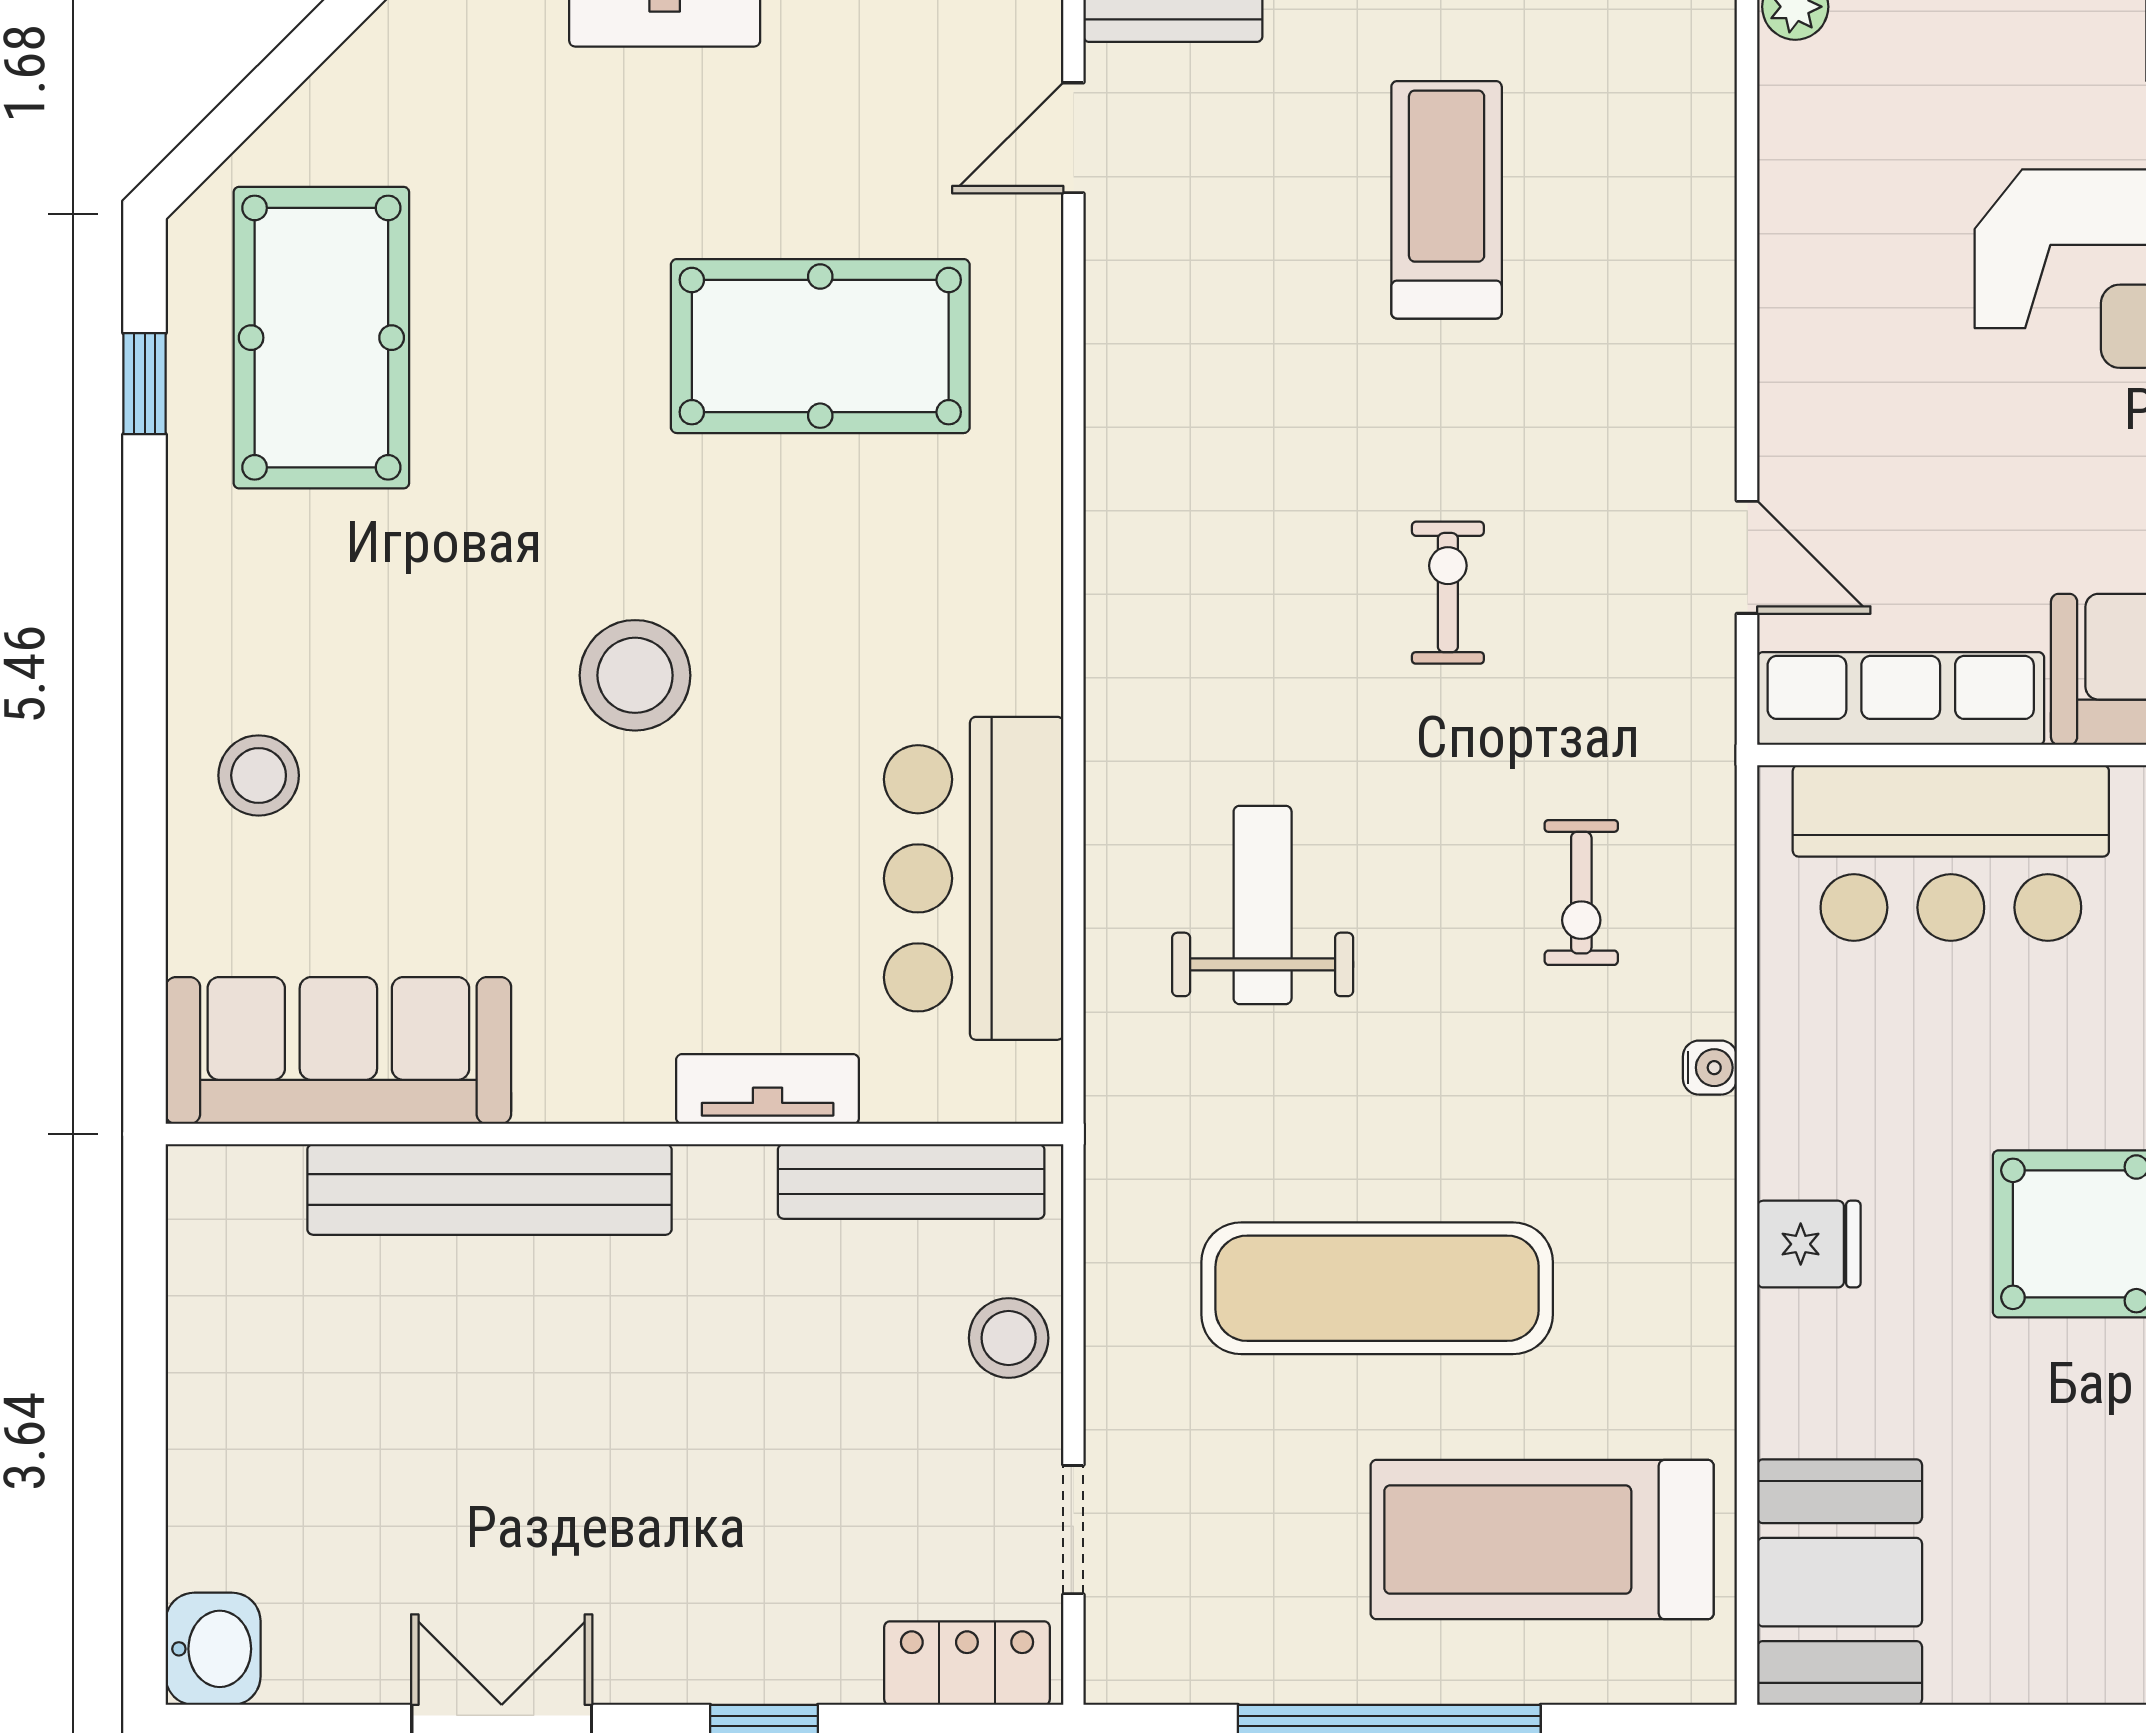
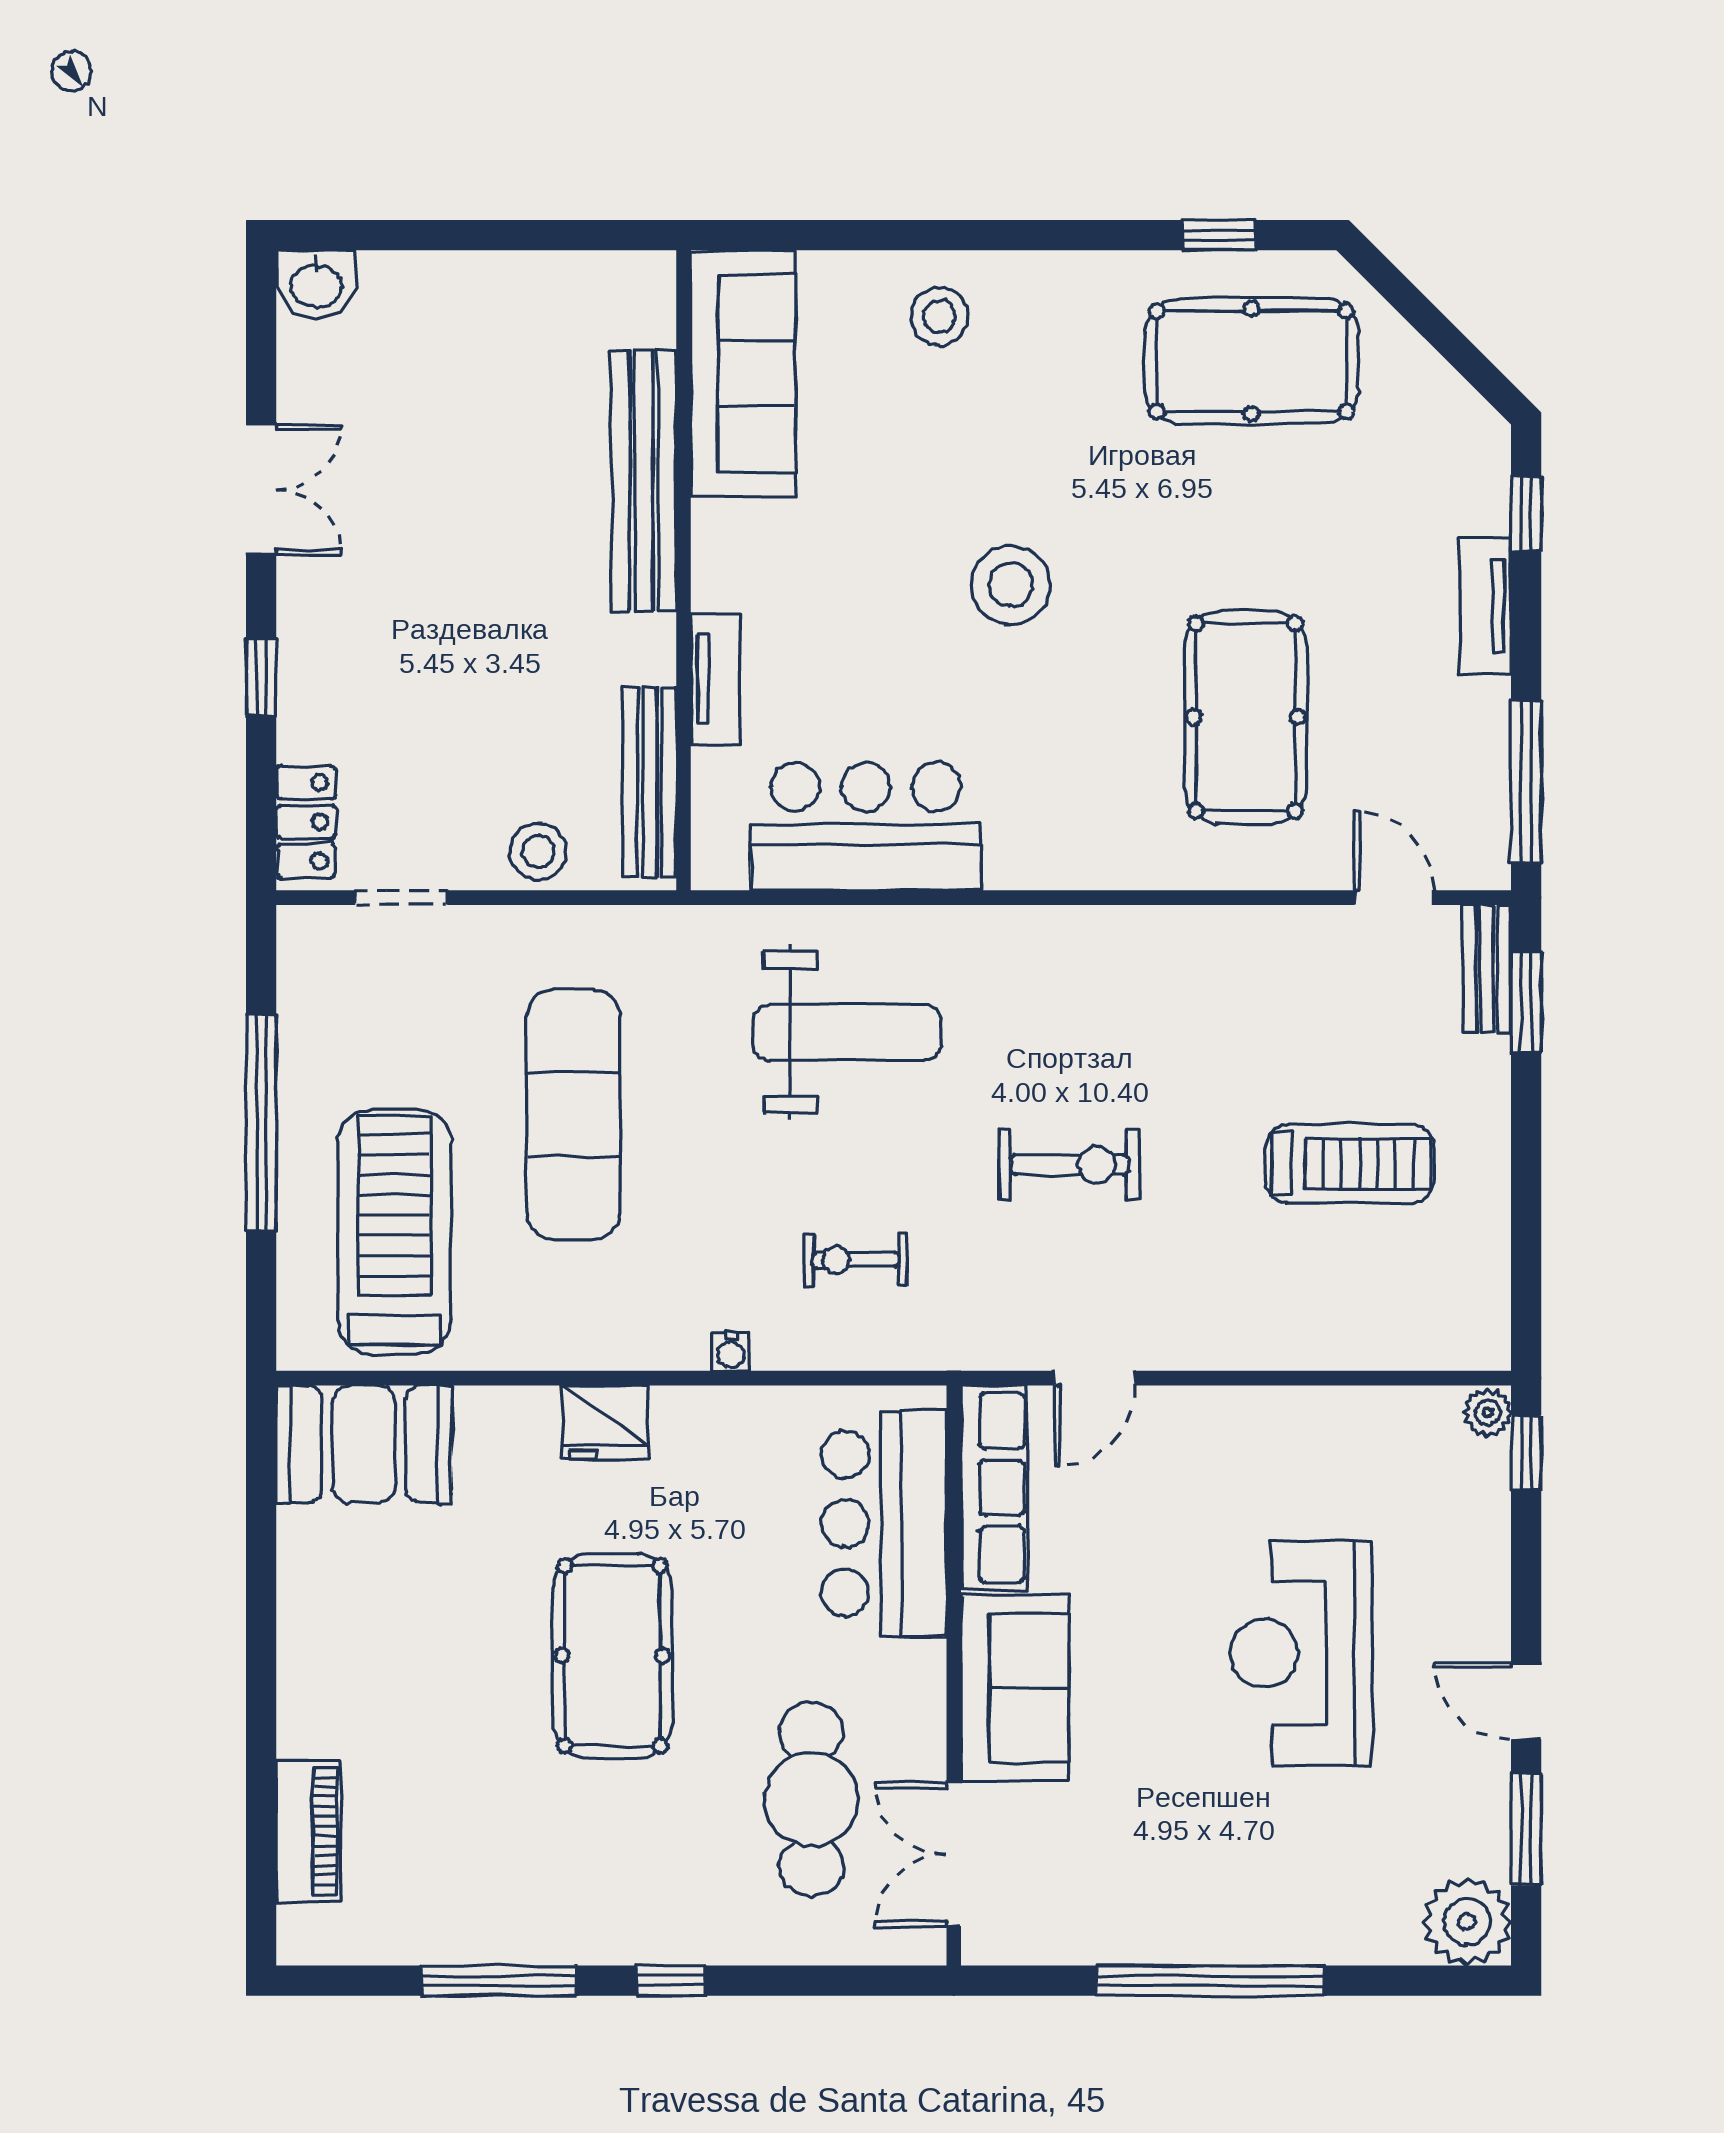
exercise bike: (1448, 593) -> (1070, 1165), width x1.38, depth x1.39
weight bench: (1263, 905) -> (847, 1033), width x1.36, depth x1.33
fridge: (1809, 1244) -> (605, 1422), width x1.38

